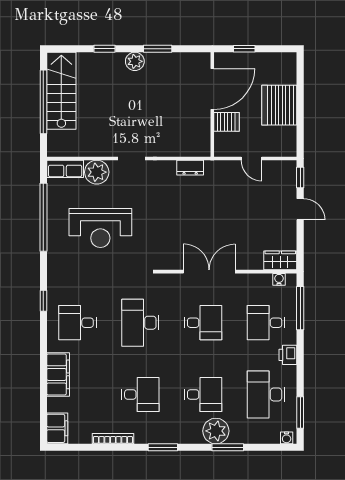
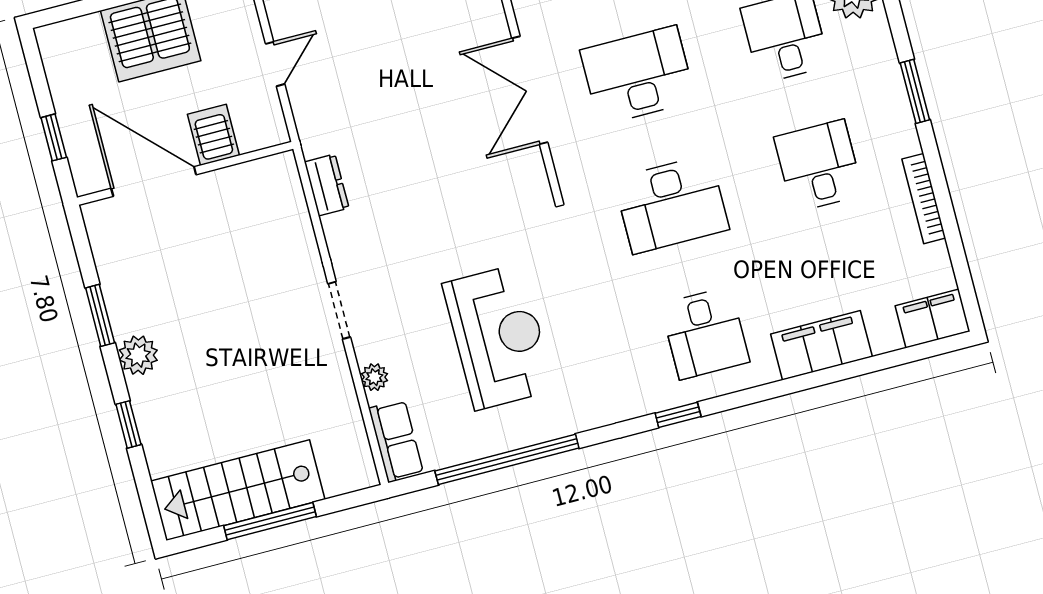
window: (43, 102) -> (270, 521), width x0.68
plant: (97, 172) -> (374, 377), width x0.53, depth x0.53
desk: (203, 323) -> (638, 75), width x1.37

